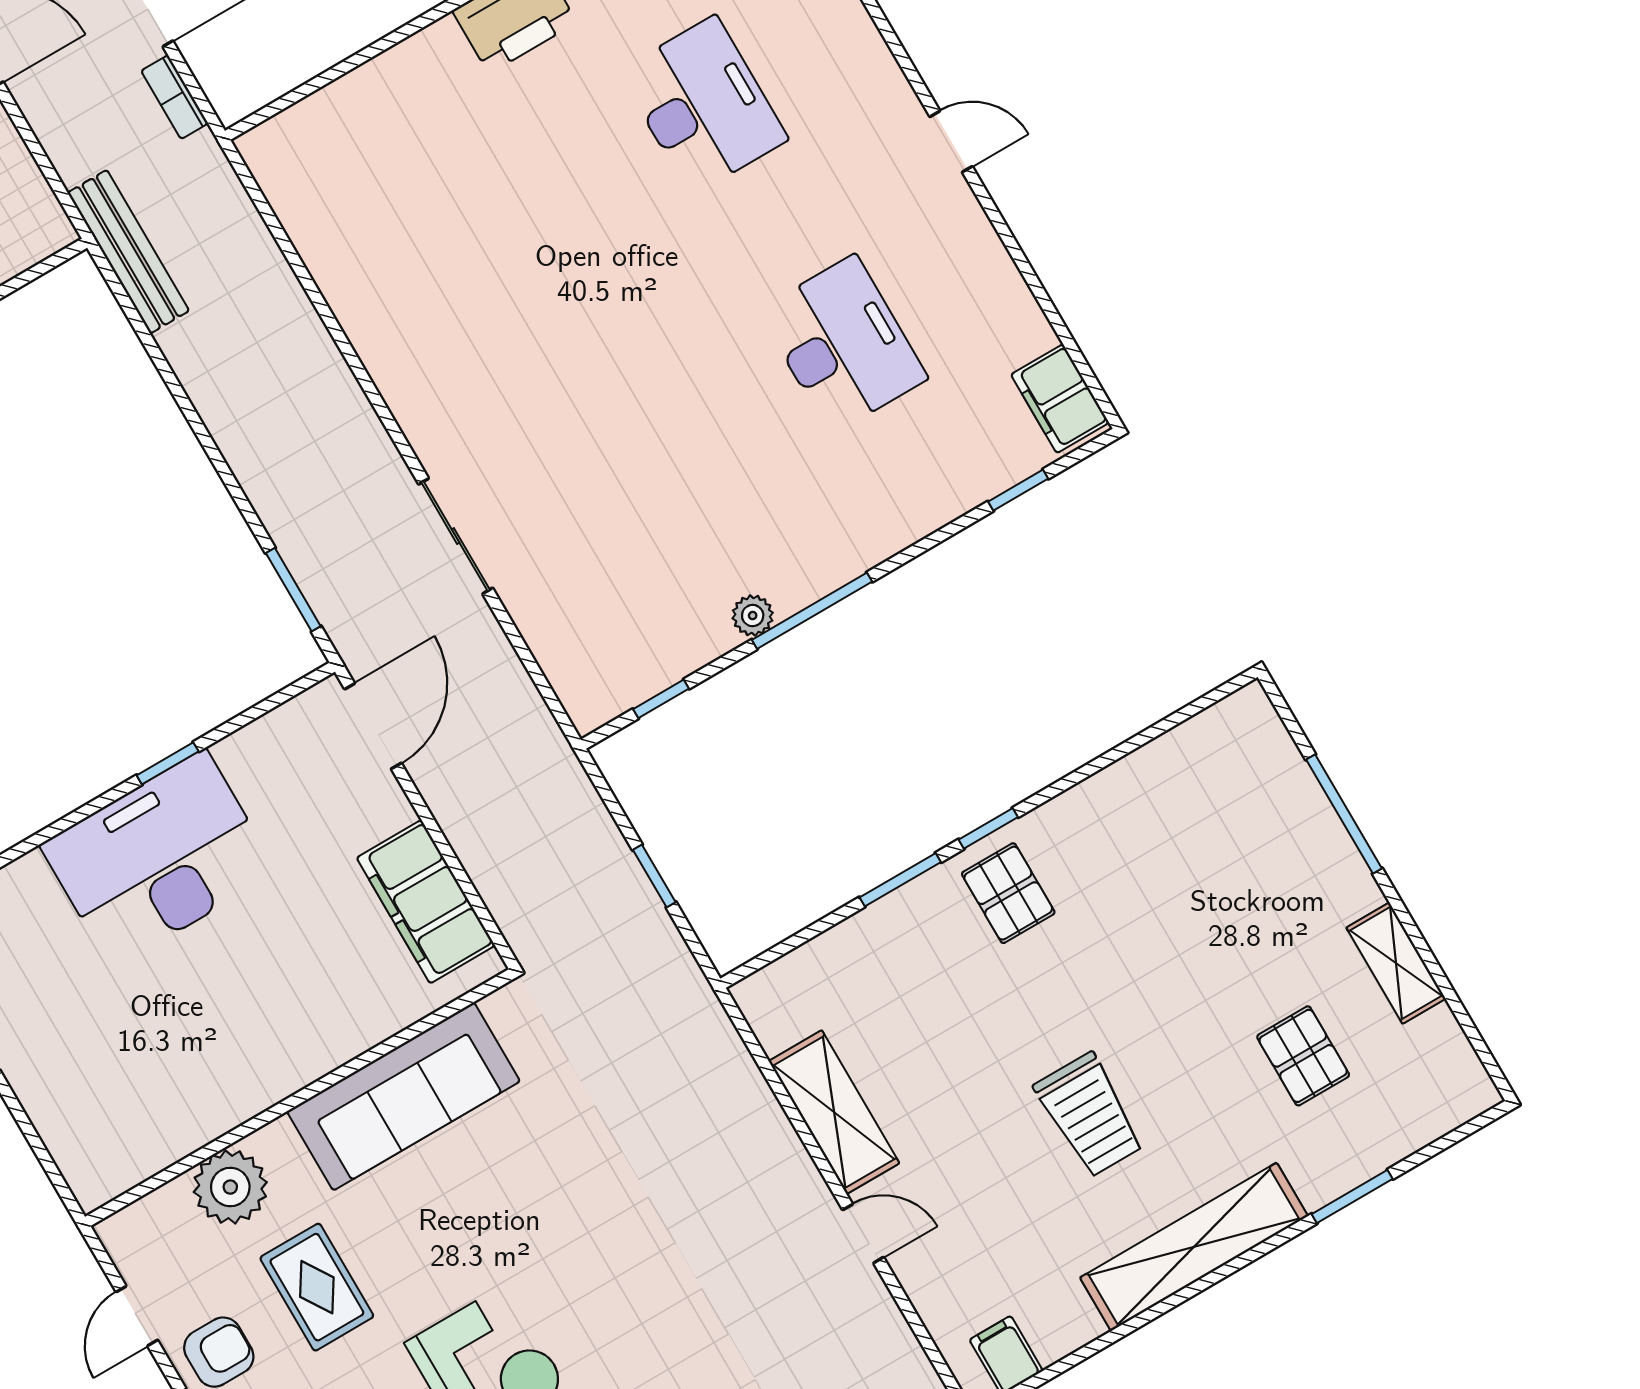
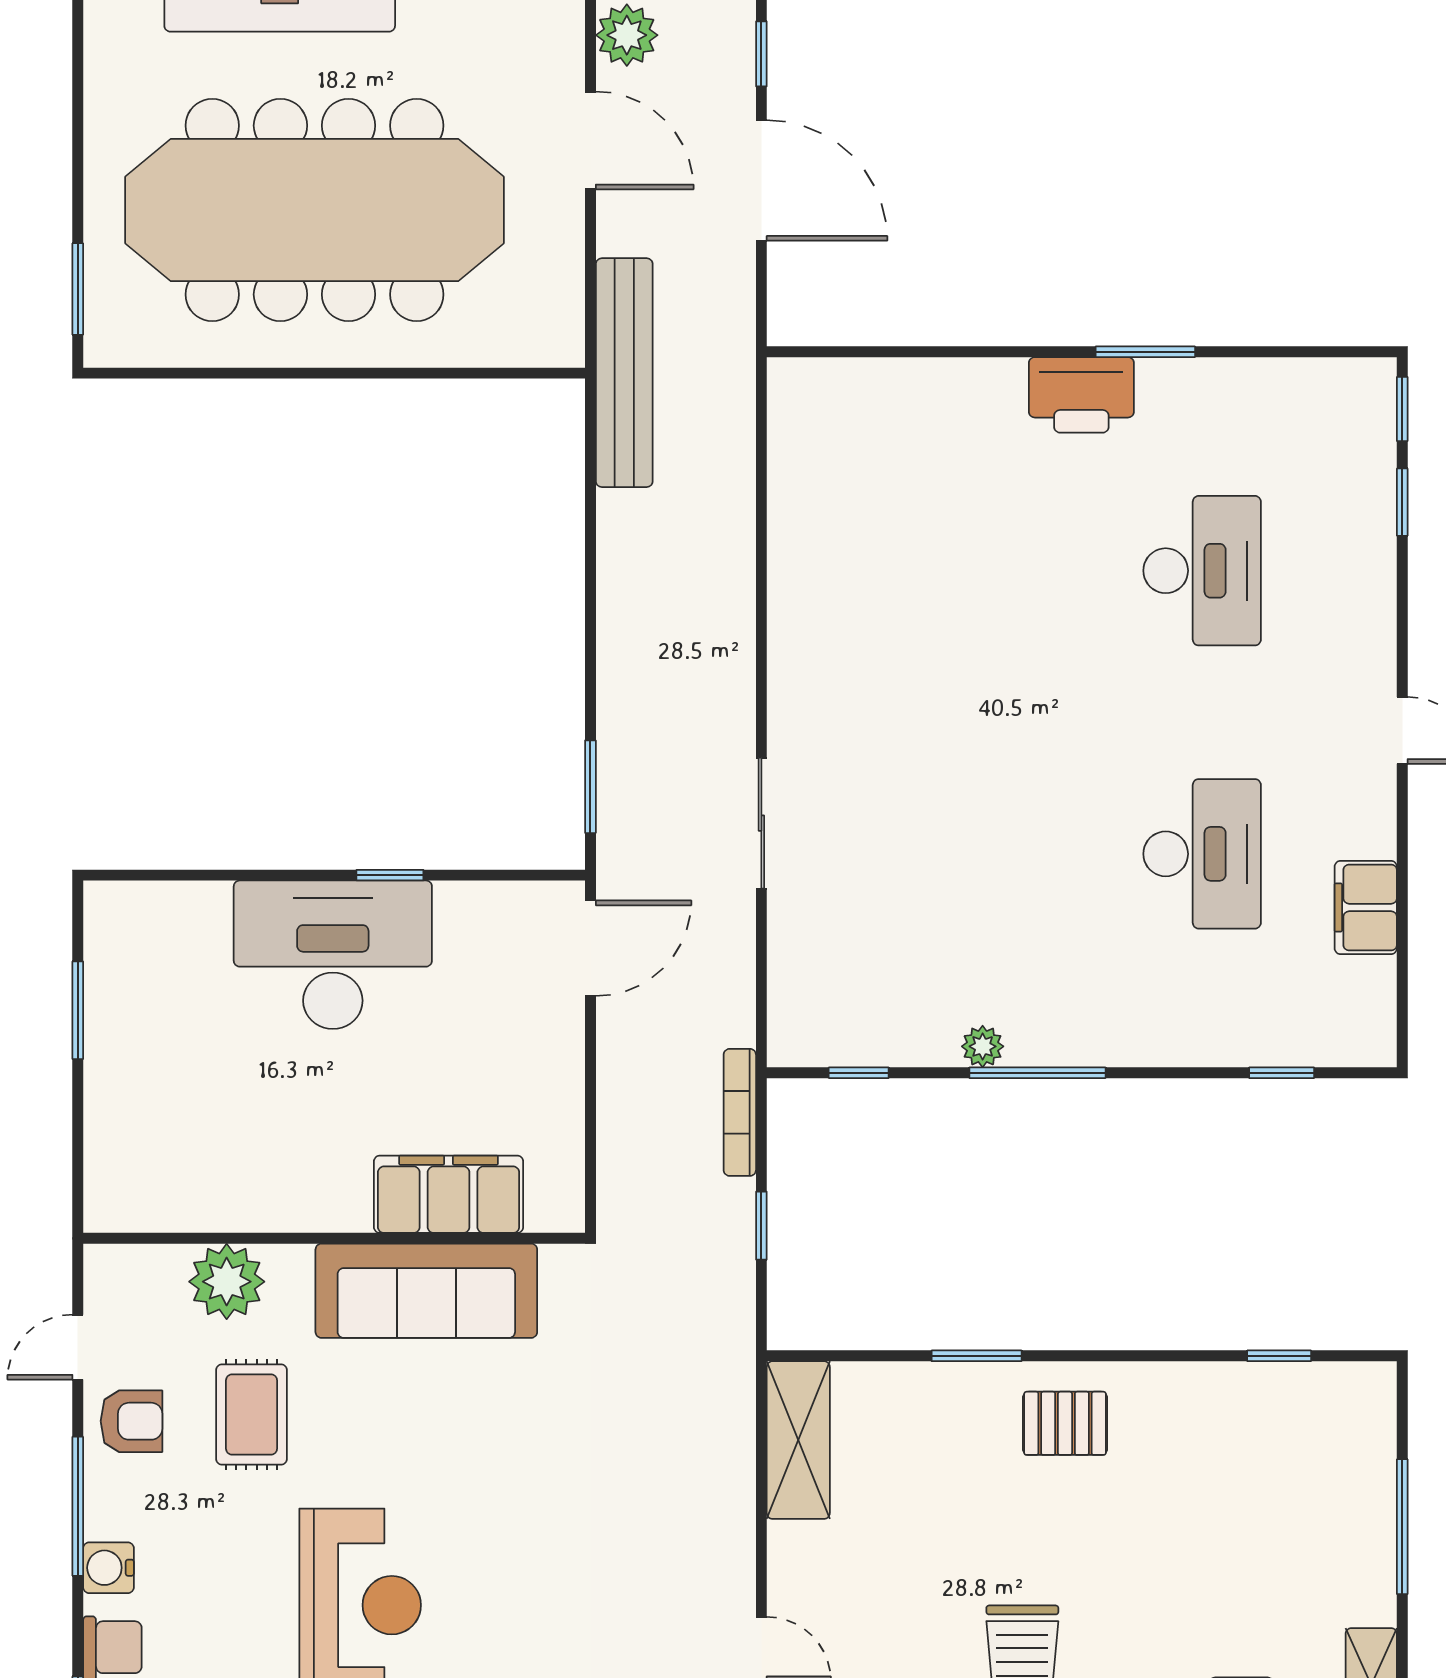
bookcase: (175, 97) -> (740, 1112), moved, width x1.56
bench: (128, 252) -> (624, 373), width x1.37, depth x1.21
filing cabinet: (1060, 399) -> (1366, 908), moved
window: (988, 828) -> (1279, 1356), moved
pallet: (1008, 893) -> (1065, 1423), turned 90
filing cabinet: (426, 902) -> (449, 1194), moved, turned 90
shelving: (834, 1112) -> (798, 1440), moved

